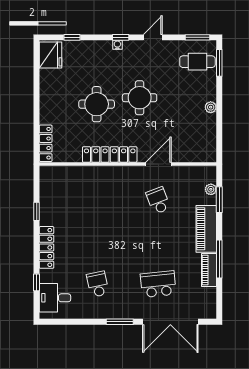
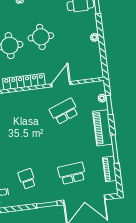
school desk: (158, 201) -> (64, 111), width x1.85
piano: (209, 270) -> (110, 169), moved

